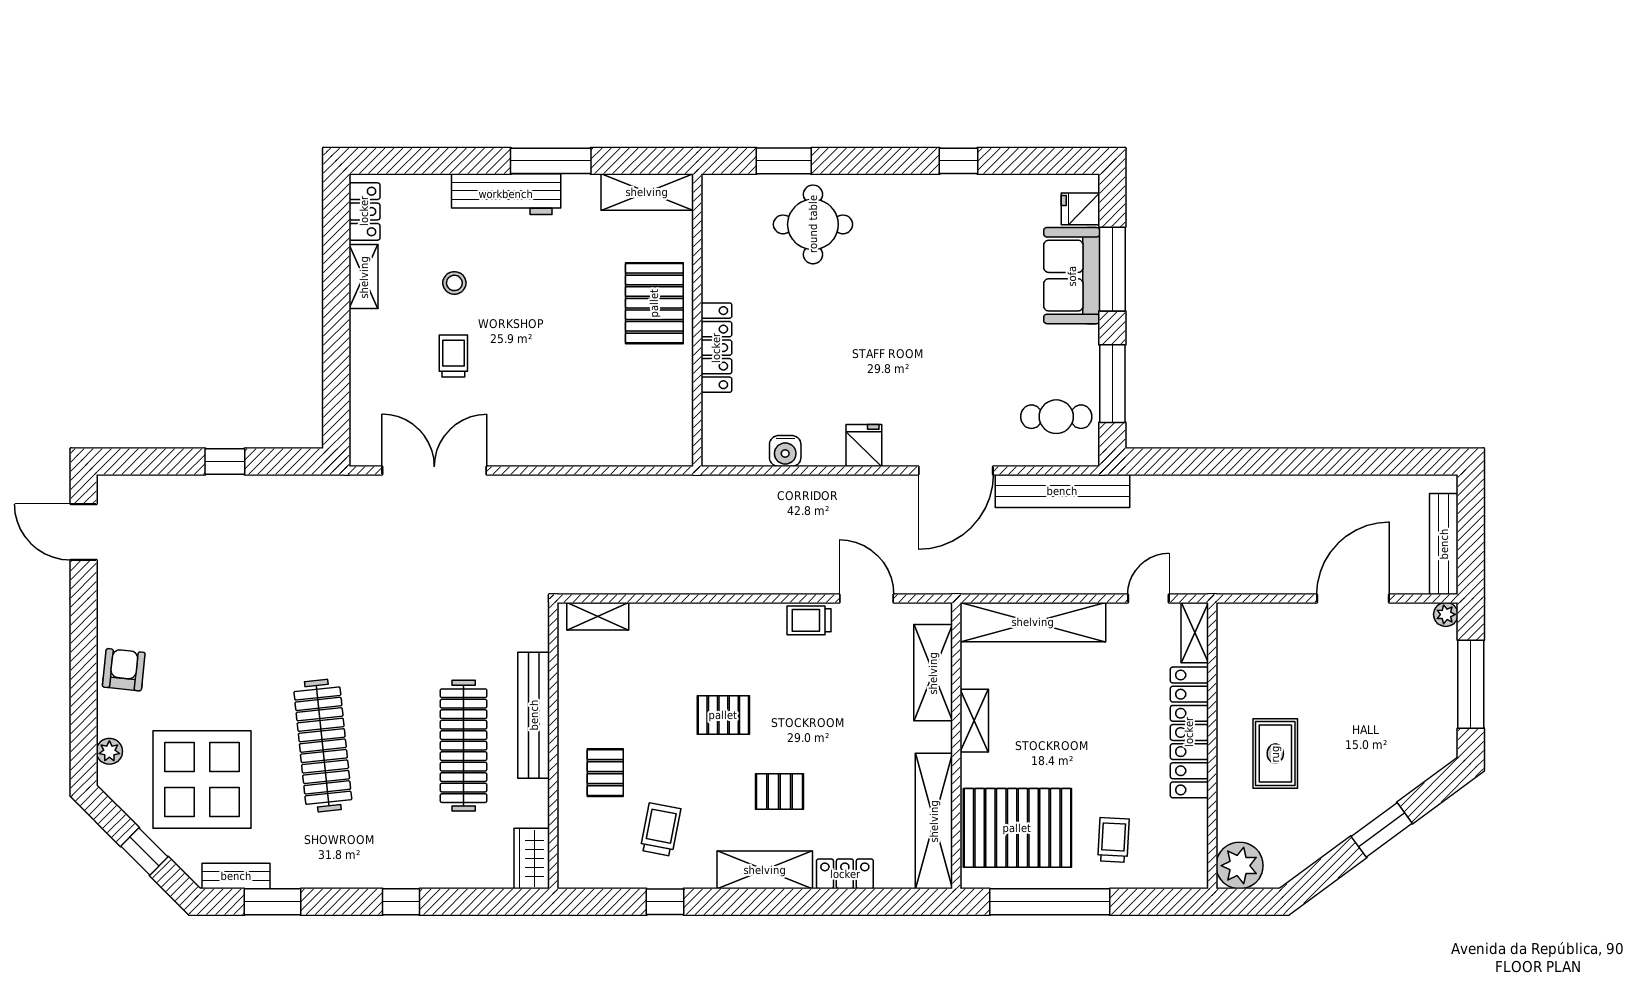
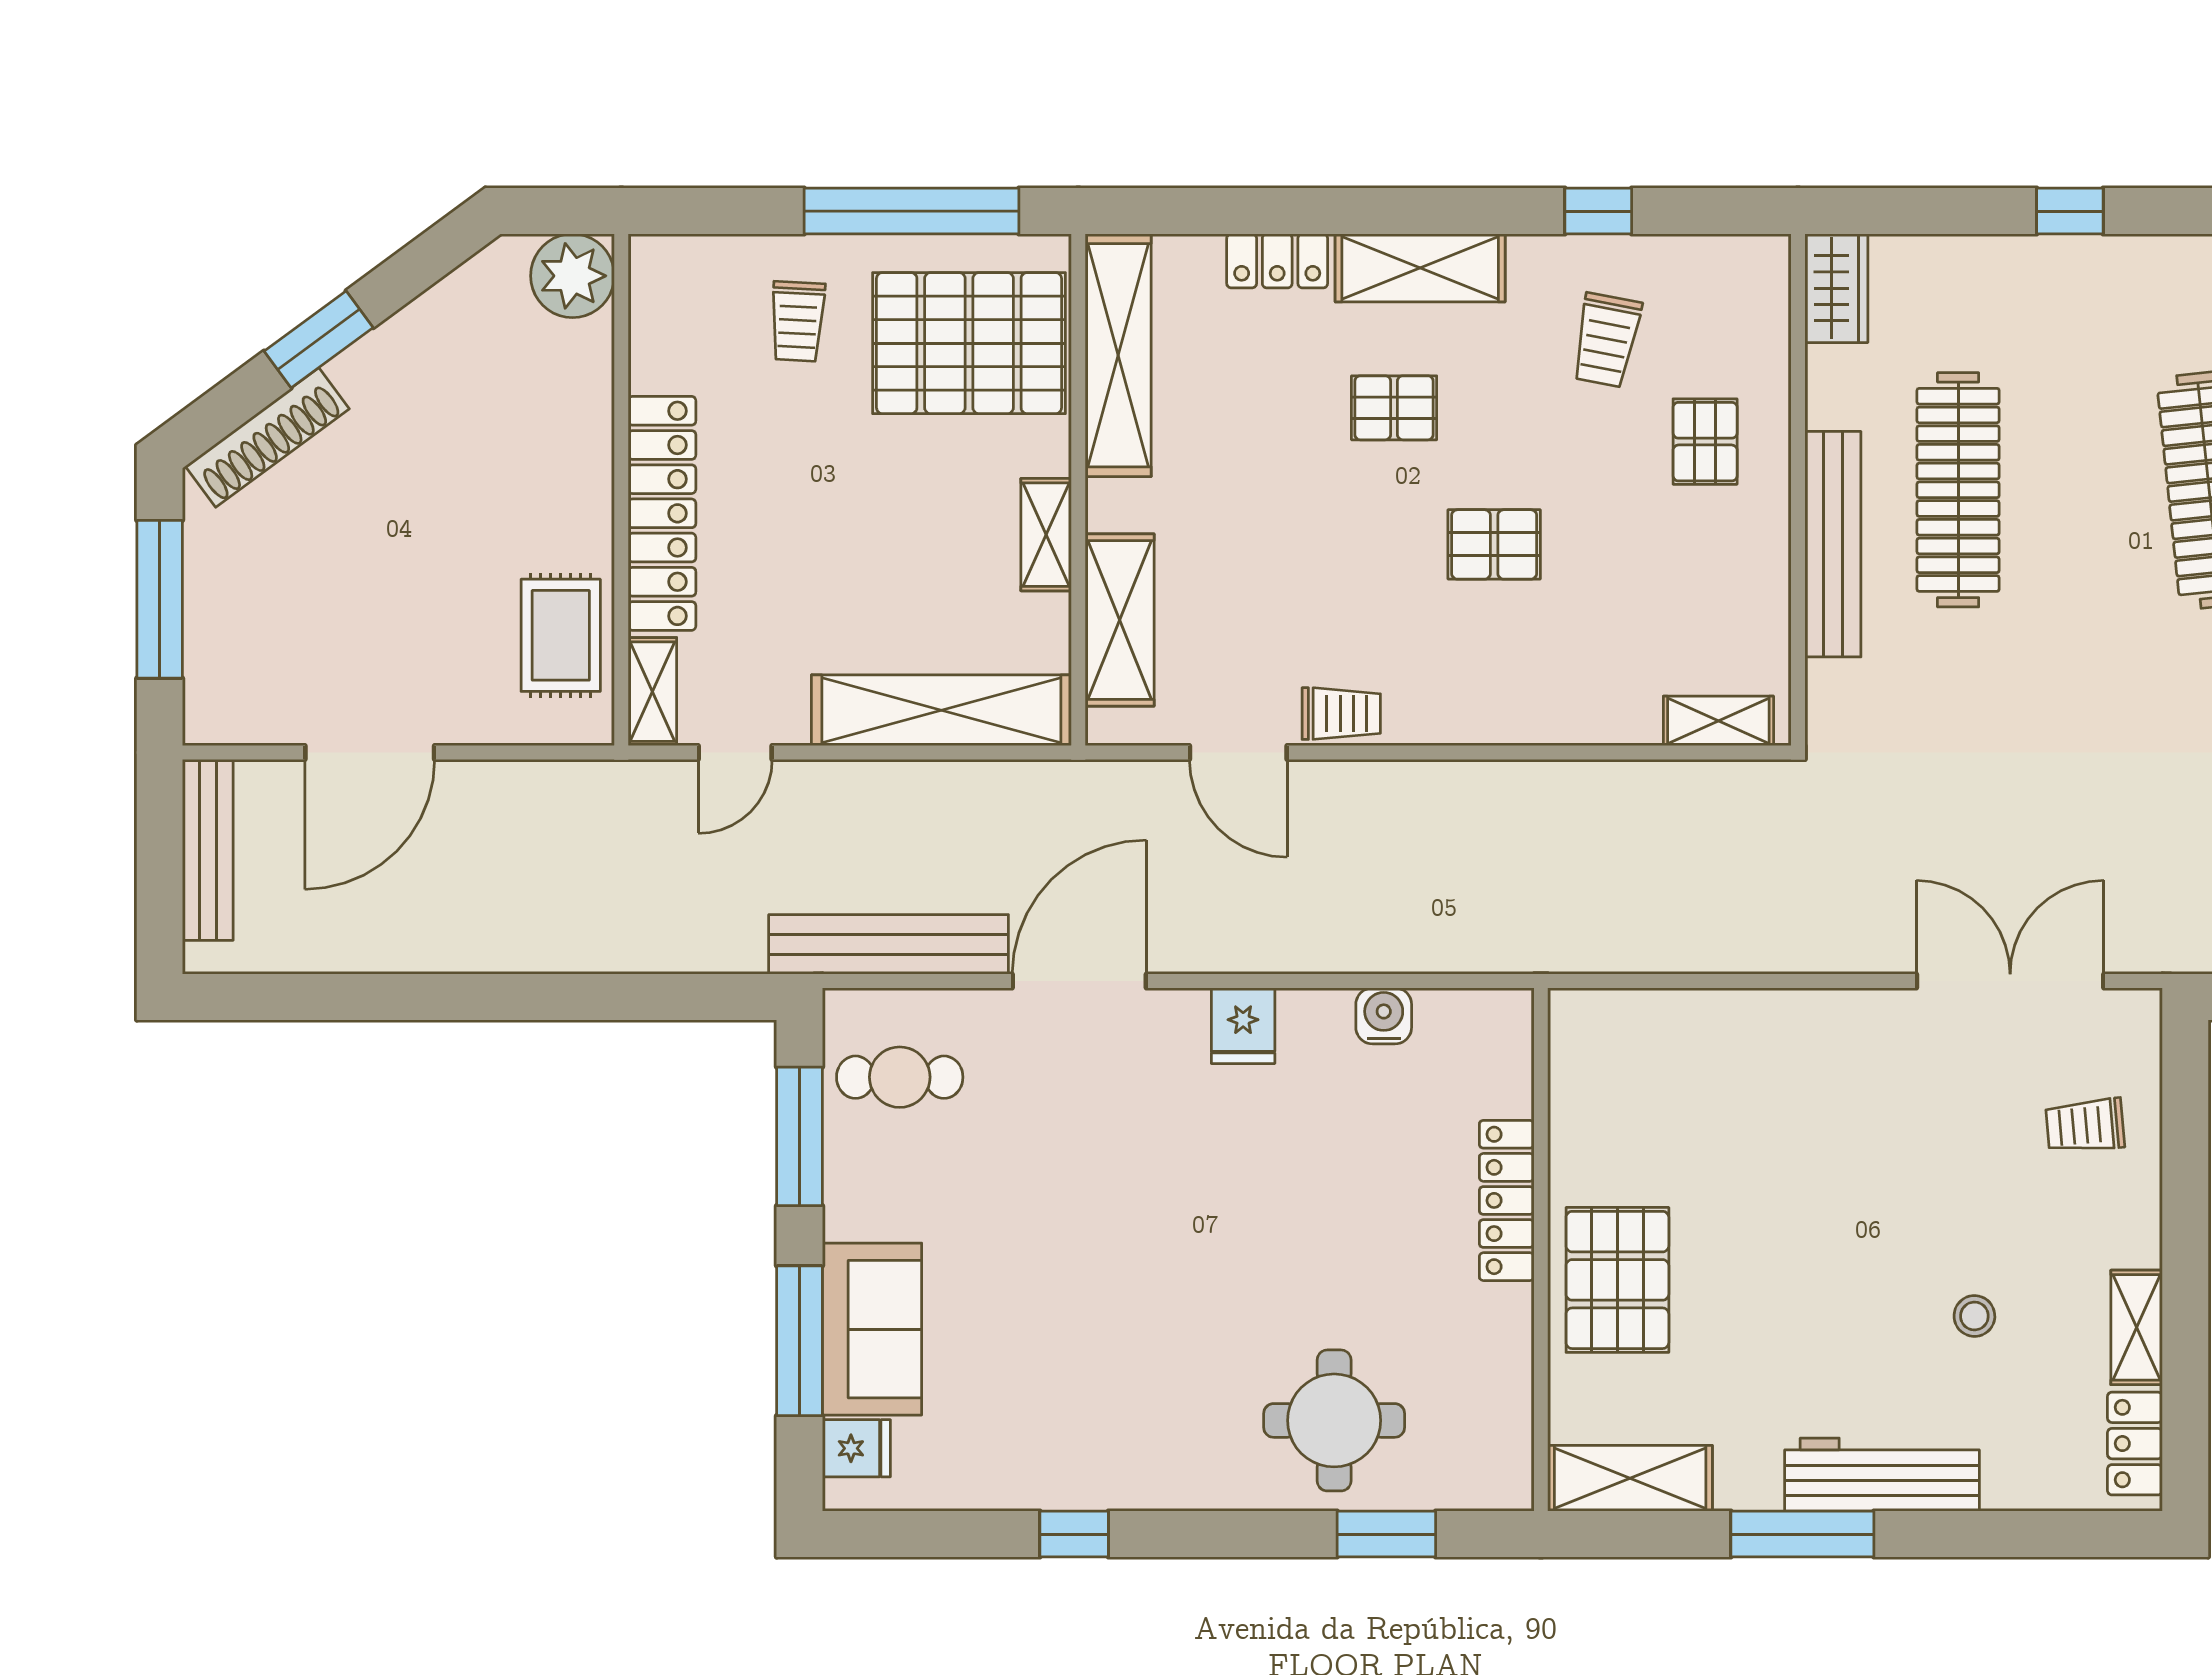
trolley: (453, 356) -> (2085, 1126), moved, turned 85
double door: (434, 470) -> (2010, 981), swing flipped
plant: (1446, 614) -> (204, 724), removed
rug: (1275, 754) -> (561, 635), moved
shoe rack: (1410, 775) -> (267, 437), added

